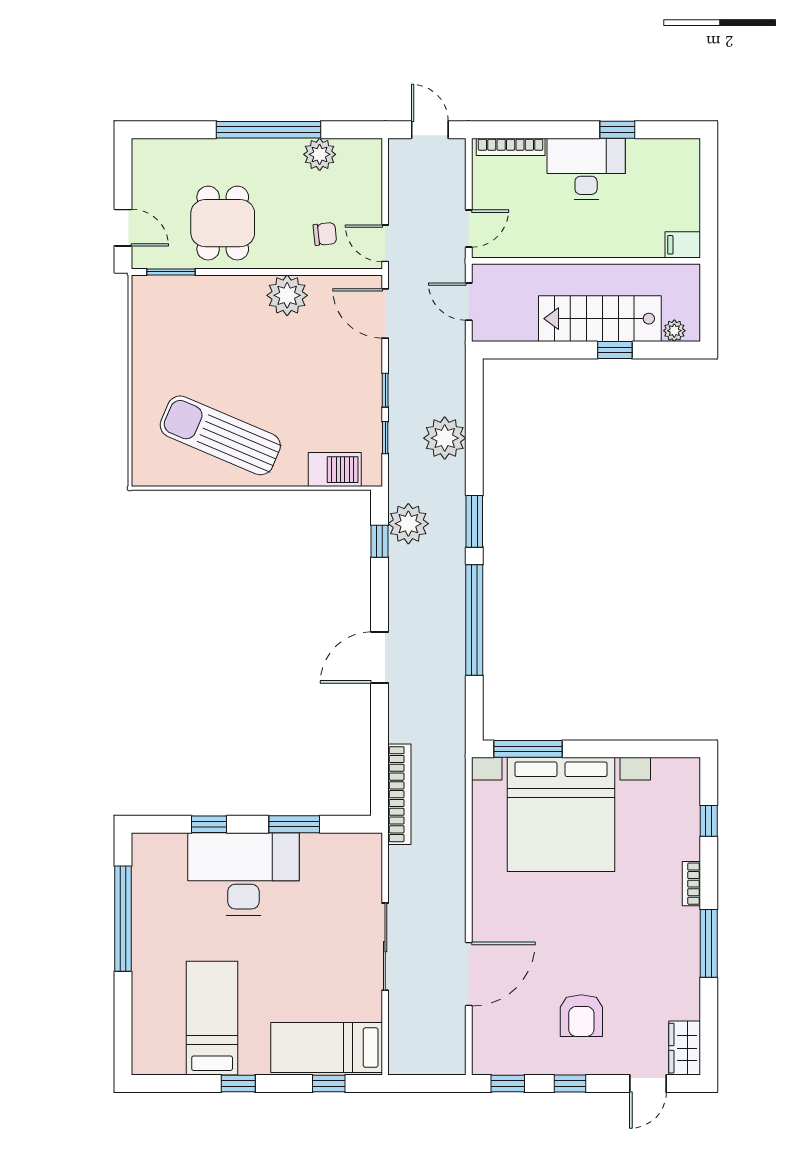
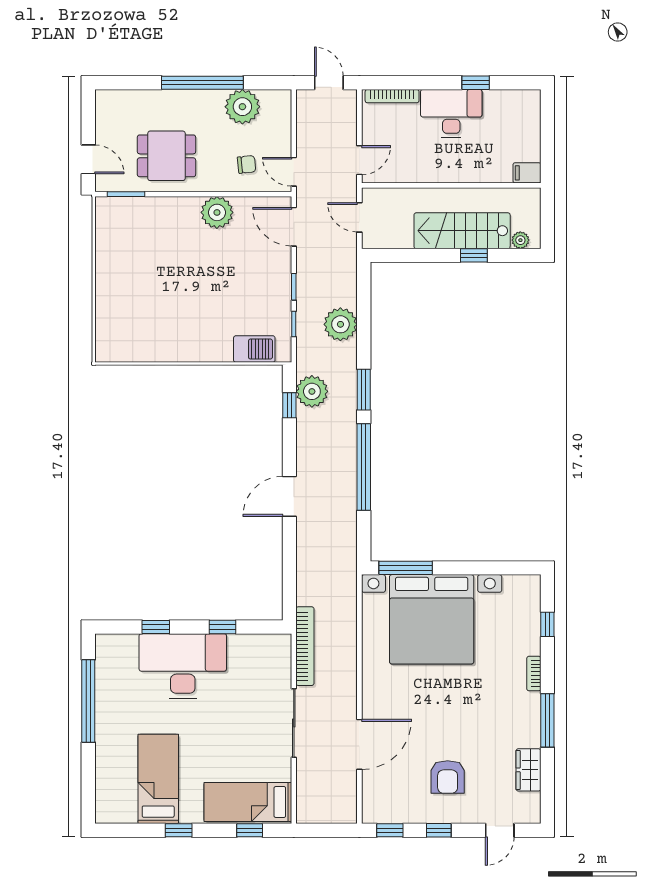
plant: (320, 154) -> (242, 107), width x1.36, depth x1.36
dining table: (223, 223) -> (166, 156), turned 90
sun lounger: (220, 435) -> (165, 322), removed
bookcase: (399, 794) -> (305, 646), moved
window: (294, 824) -> (223, 627), width x0.67
wardrobe: (685, 1048) -> (528, 770), moved

